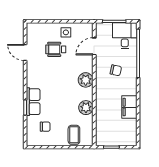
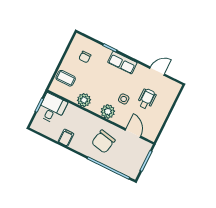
side table: (66, 32) -> (124, 99), moved
desk: (125, 36) -> (52, 109), moved, turned -90
chair: (116, 70) -> (103, 142), width x1.87, depth x1.87
row of seats: (33, 102) -> (122, 63), moved
filing cabinet: (129, 107) -> (66, 138), width x0.50

